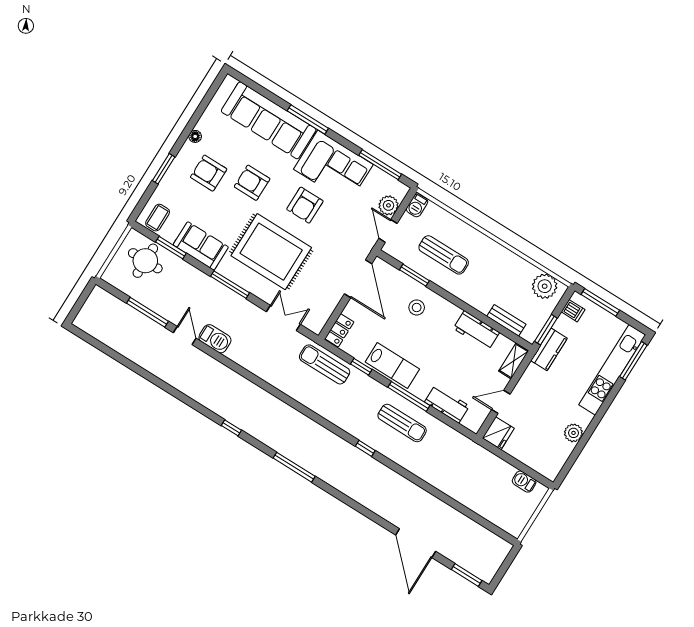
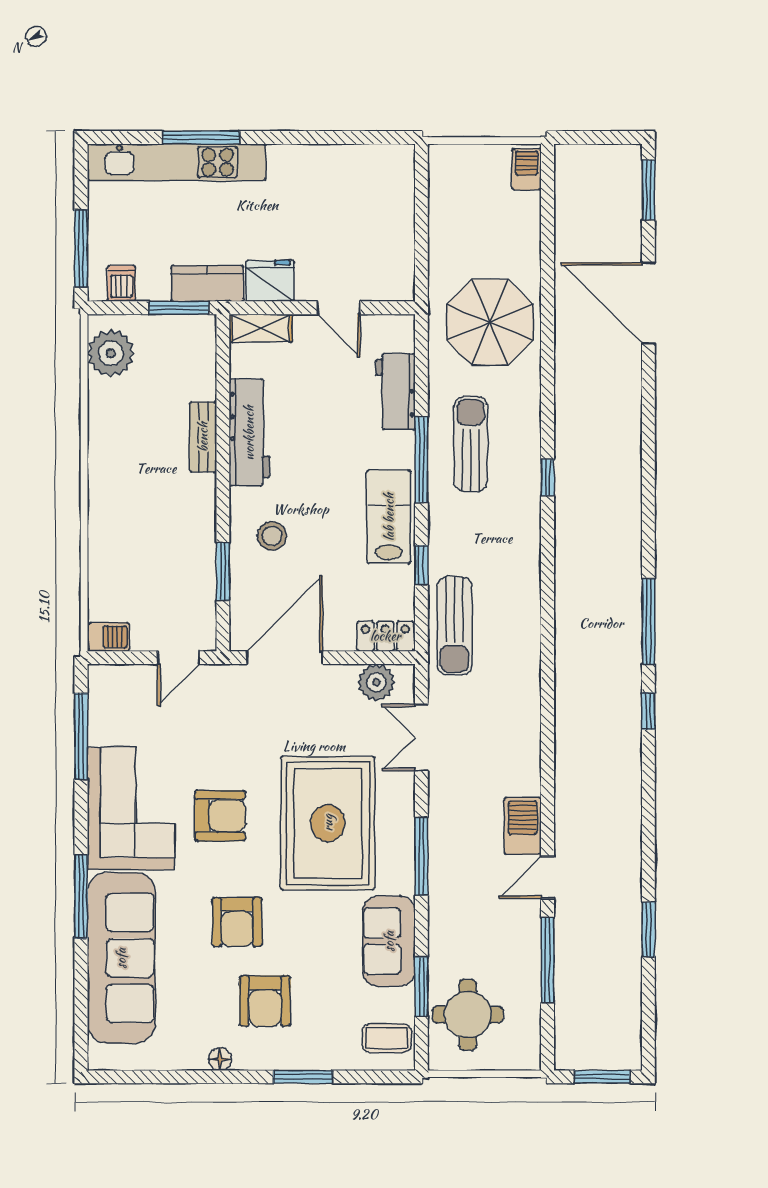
plant: (389, 205) -> (376, 682), moved
sun lounger: (444, 255) -> (161, 545), removed
window: (79, 304) -> (602, 1077), added
bench: (506, 320) -> (203, 437), moved
workbench: (476, 330) -> (249, 433), width x1.37
window: (633, 361) -> (201, 137), moved
window: (133, 366) -> (648, 930), added
fridge: (498, 433) -> (270, 281), moved
plant: (573, 433) -> (316, 161), removed
parasol: (452, 466) -> (490, 322), added
window: (294, 467) -> (648, 621), moved
barbecue: (524, 482) -> (527, 169), moved, turned 180
door: (416, 543) -> (648, 303), swing flipped

